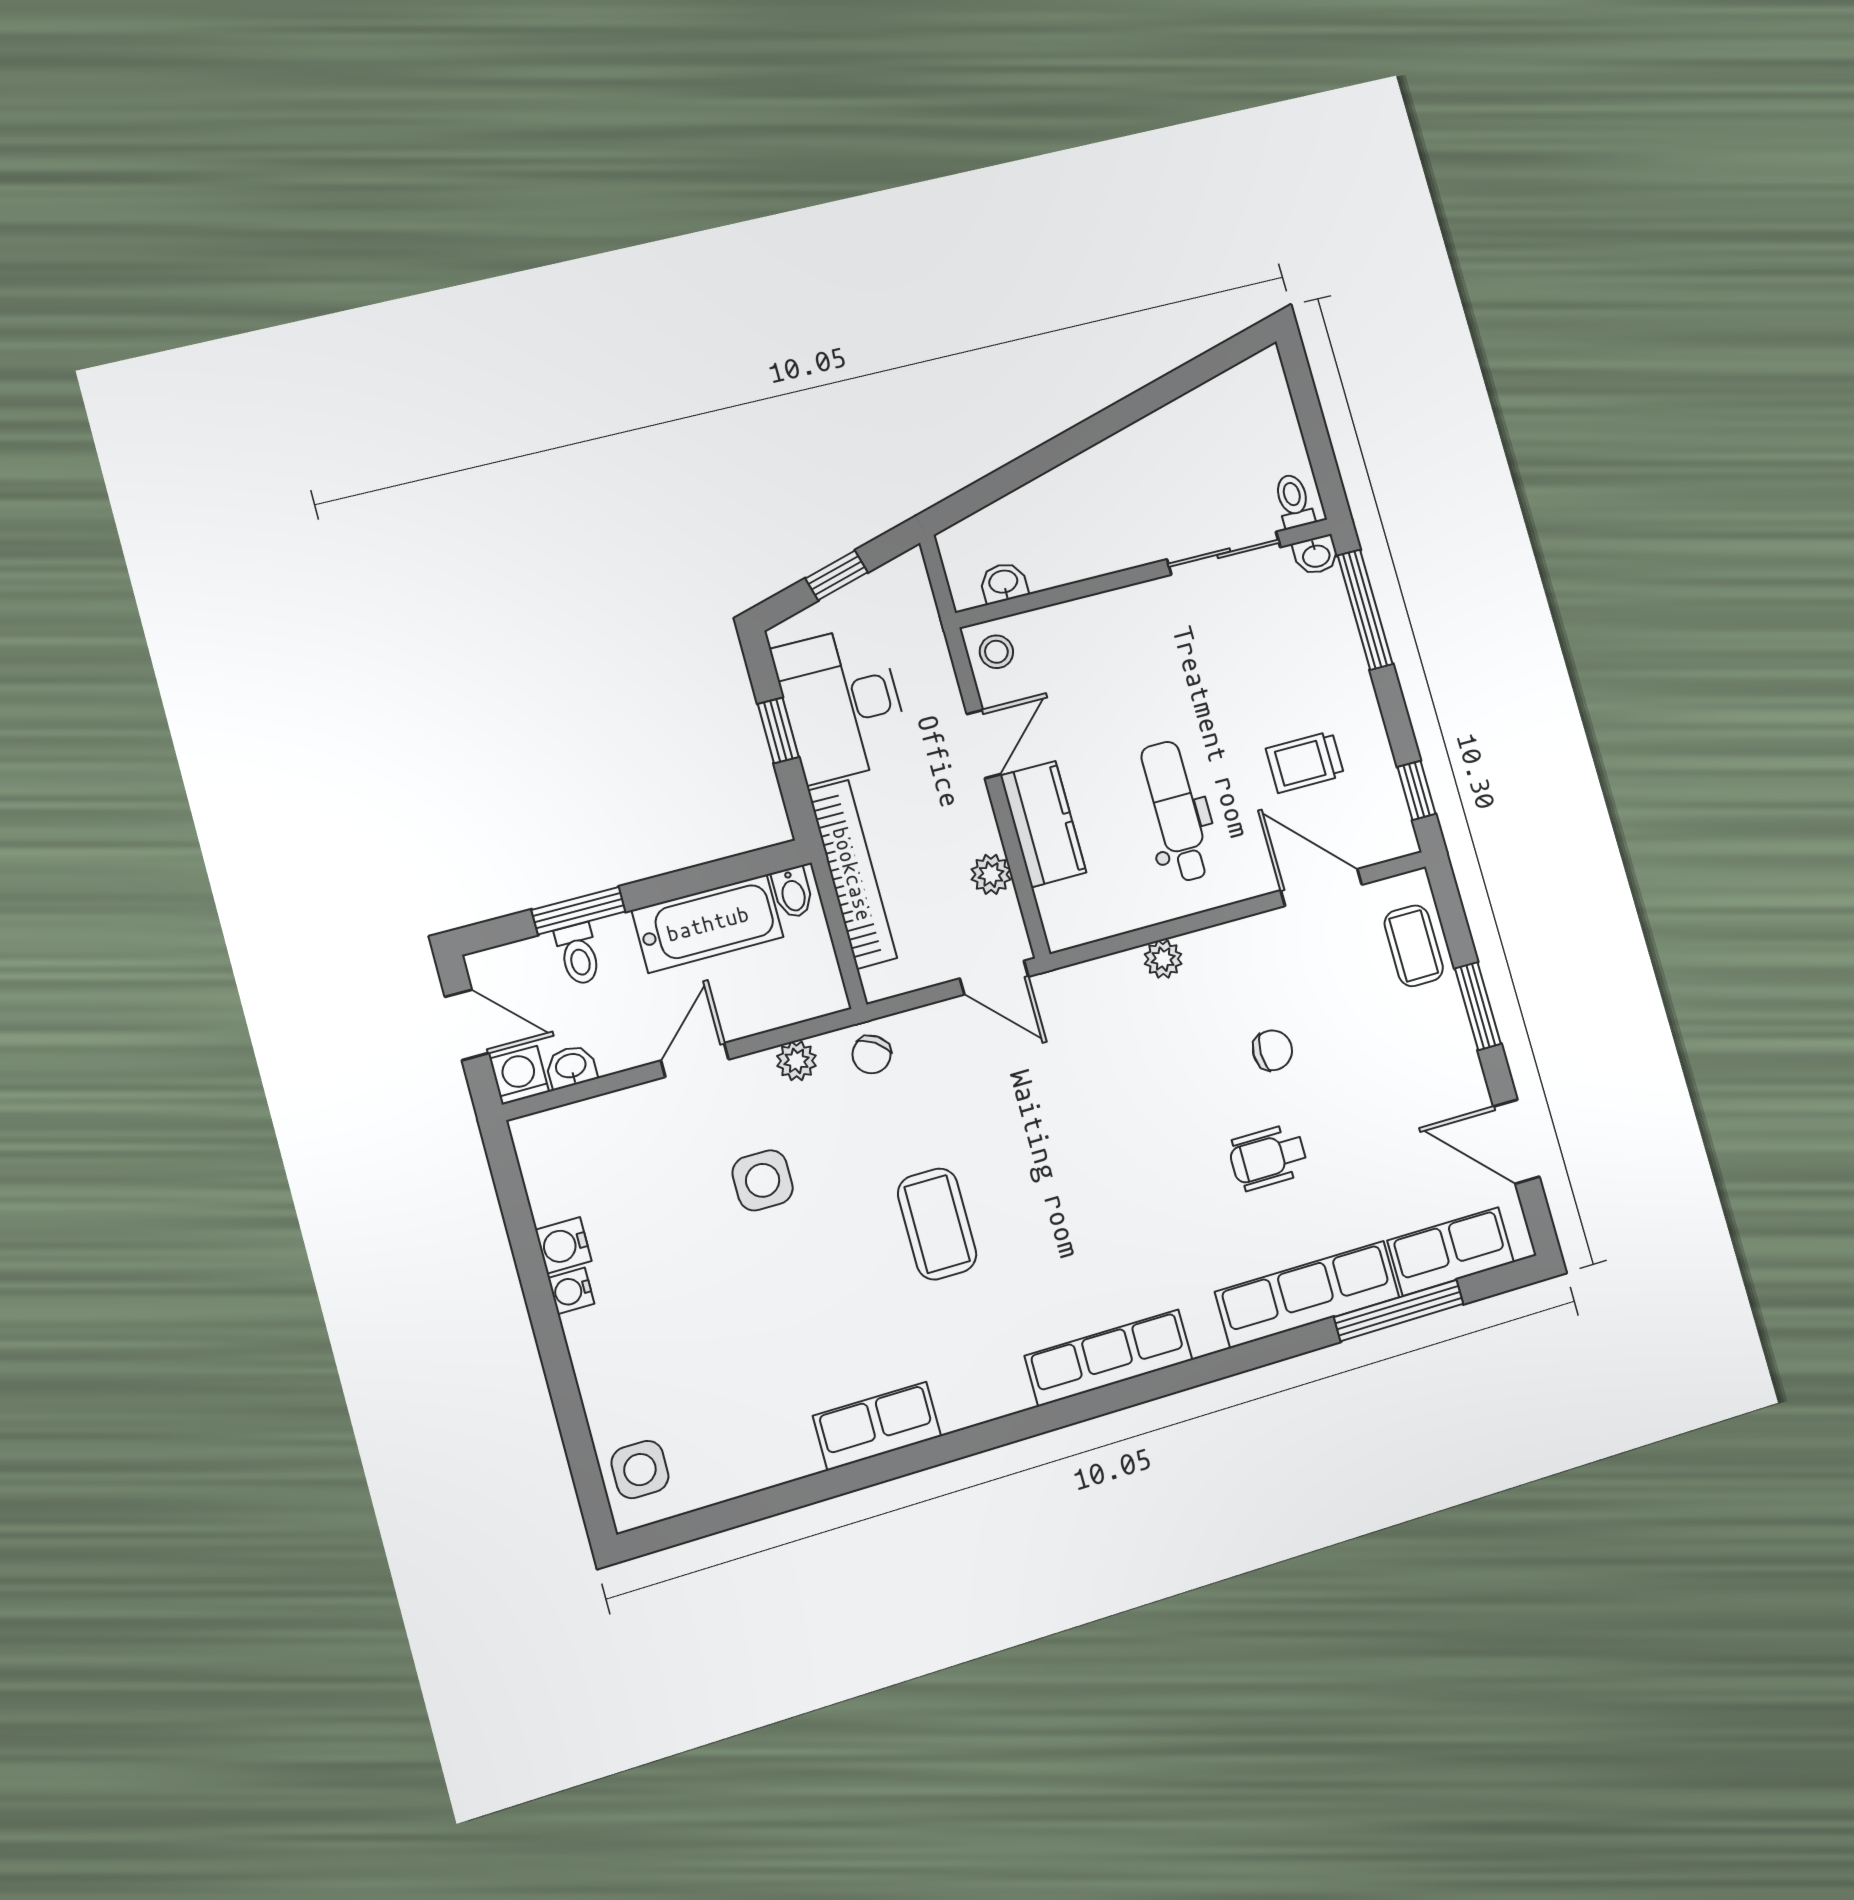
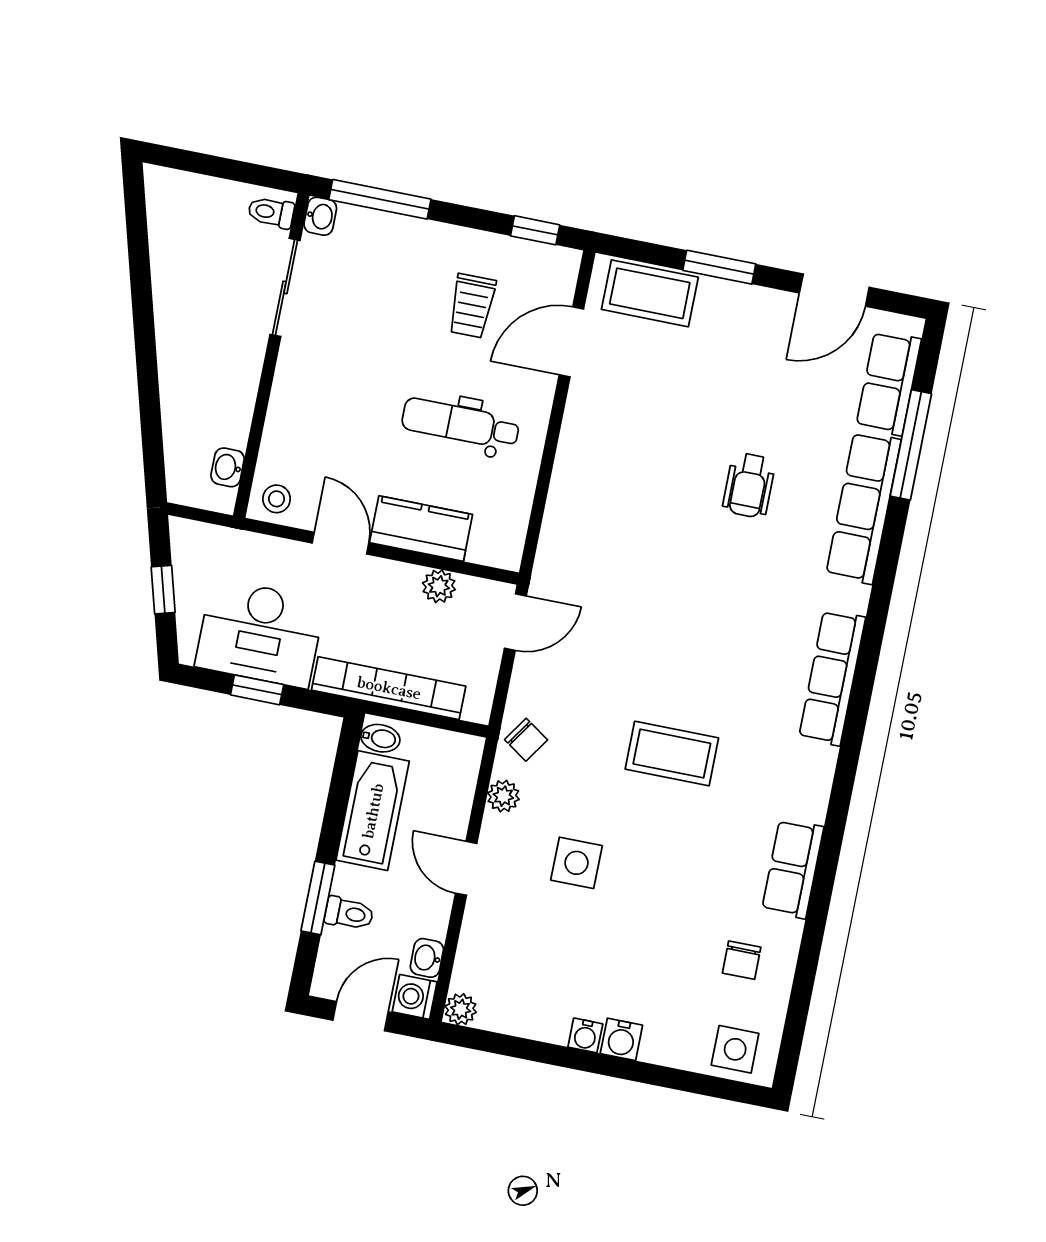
coffee table: (1414, 946) -> (650, 293), width x1.36, depth x1.30
plant: (1163, 959) -> (461, 1009), moved
chair: (1272, 1050) -> (742, 960), moved, turned 180
water cooler: (563, 1245) -> (621, 1039), moved

